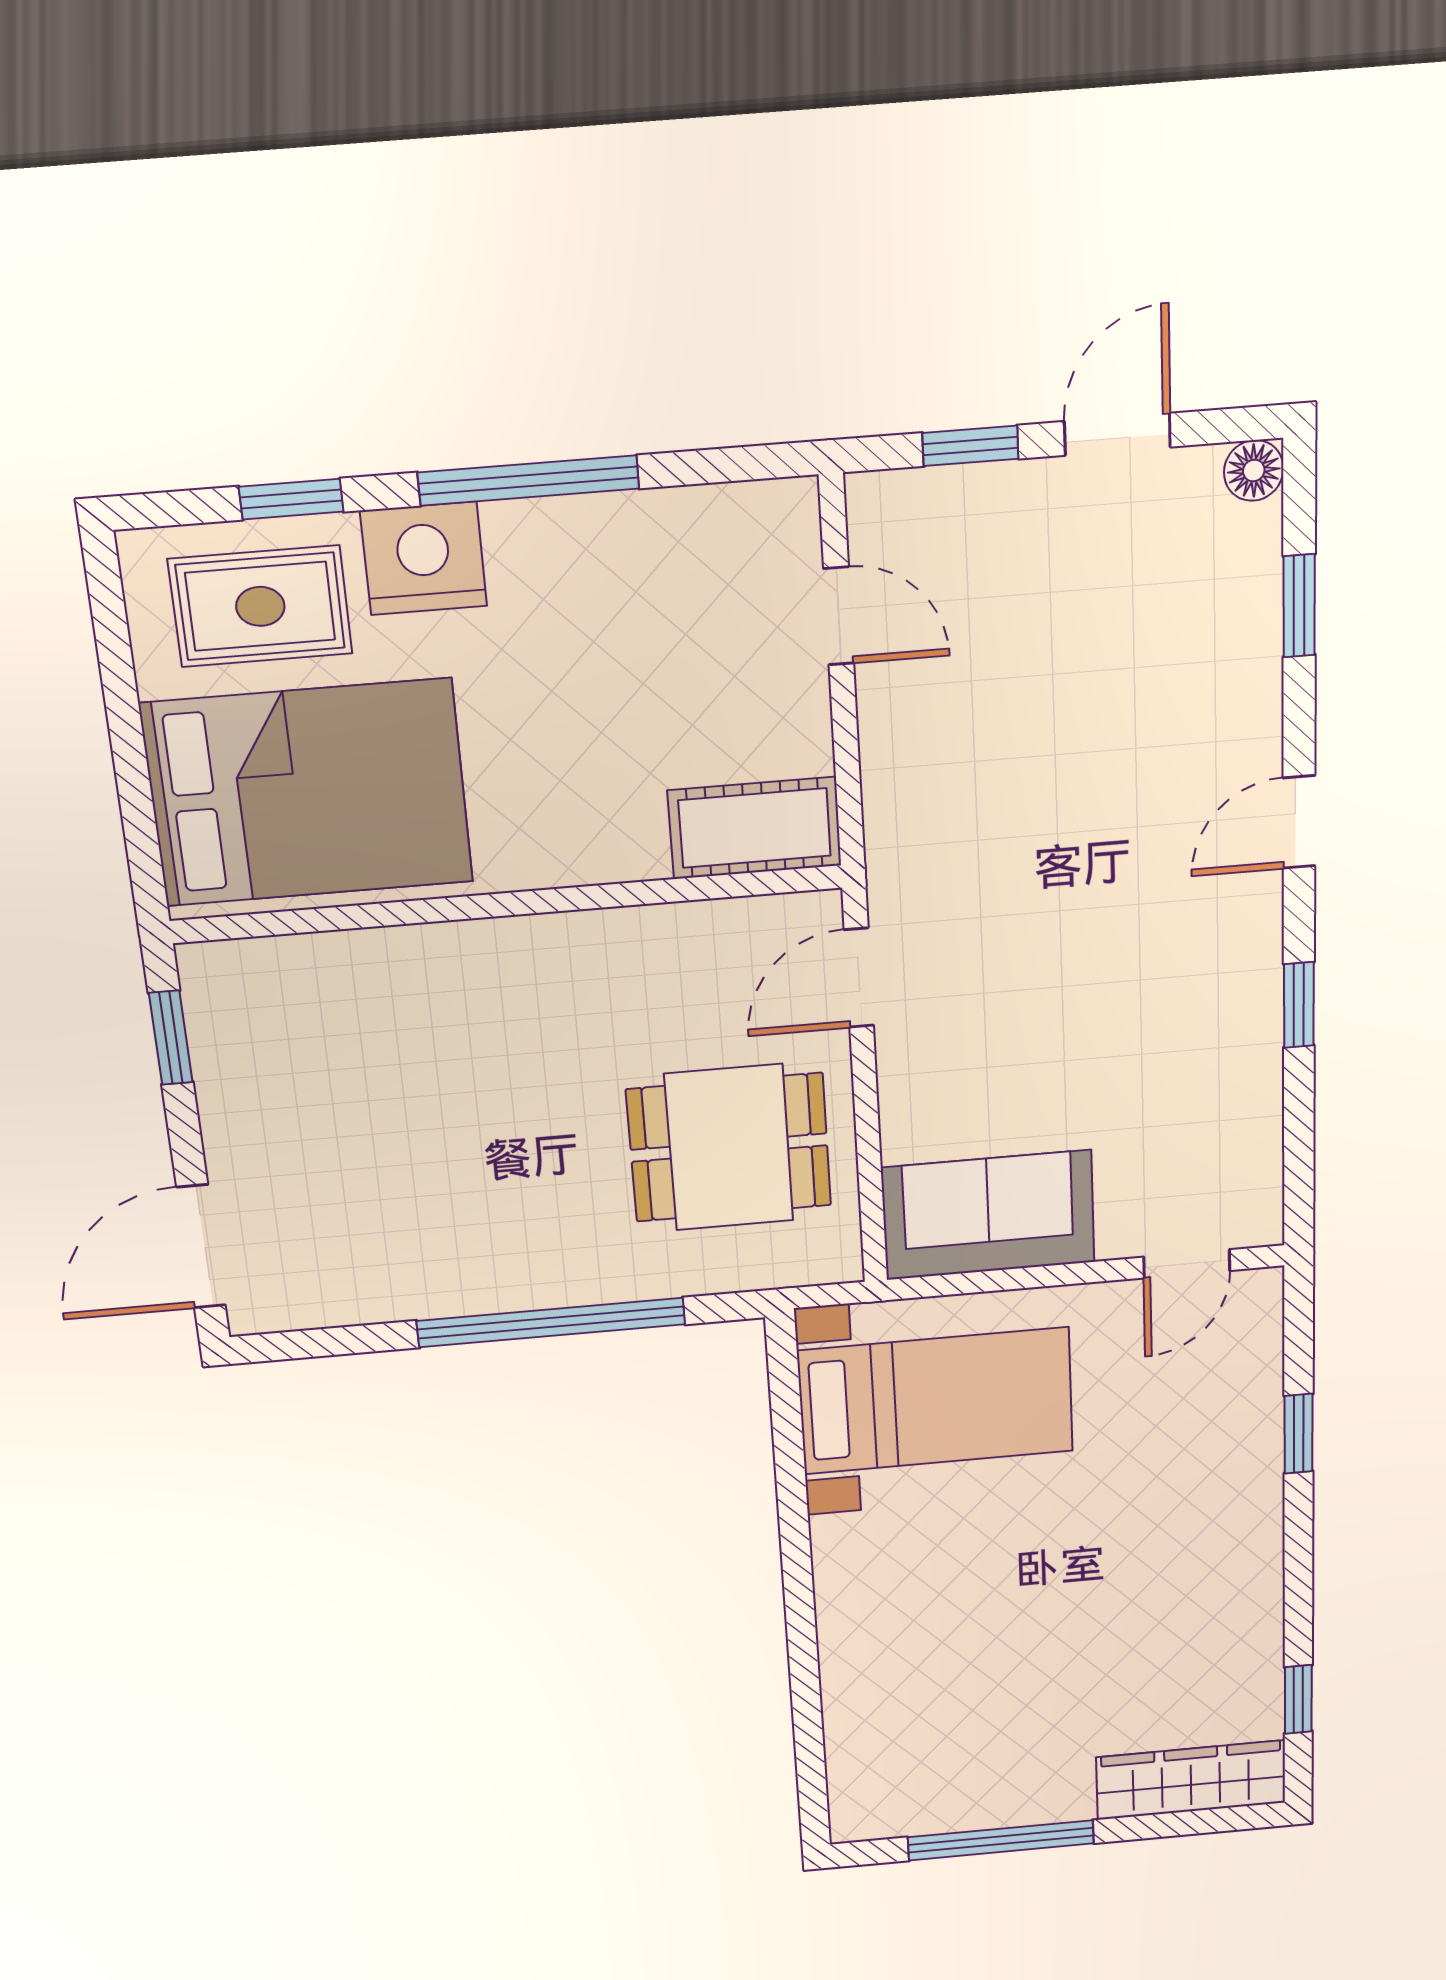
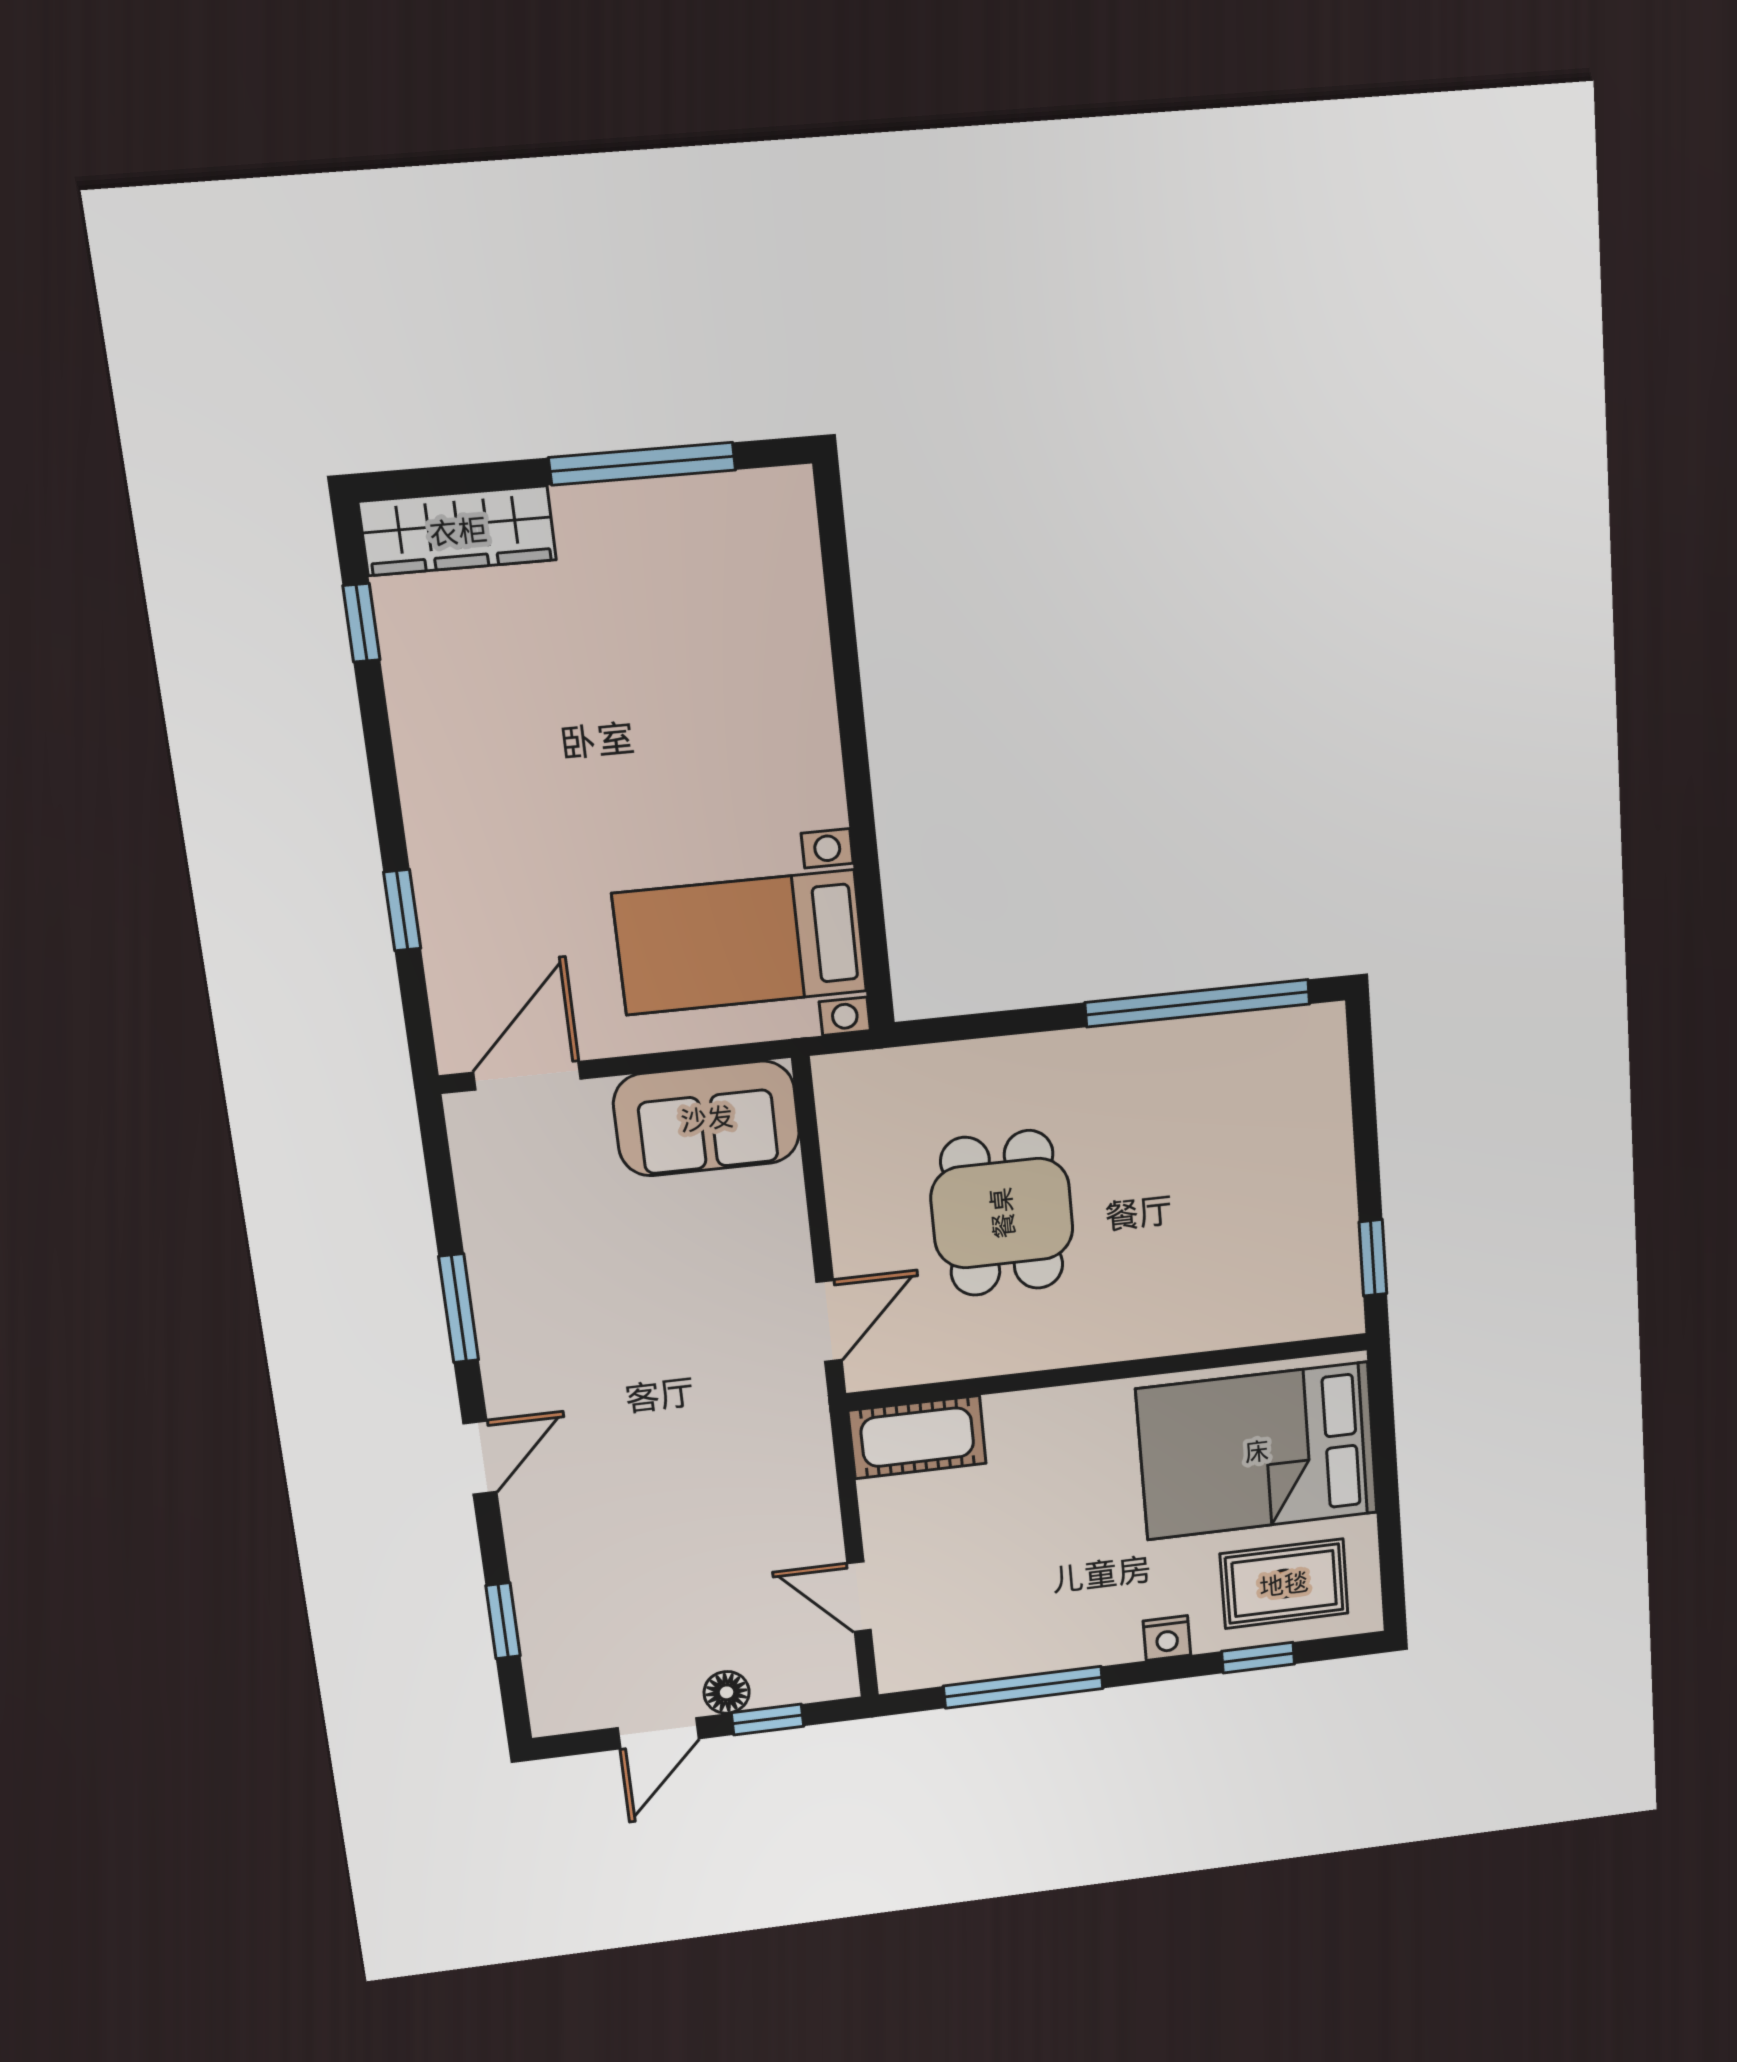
floor lamp: (1254, 470) -> (727, 1692), moved
window: (529, 481) -> (1023, 1687), moved
nightstand: (424, 559) -> (1167, 1638), width x0.53, depth x0.56
window: (1299, 1005) -> (459, 1308), width x1.50
dining table: (729, 1148) -> (1002, 1213), moved, turned 90
door: (201, 1247) -> (1362, 1082), removed
door: (1187, 1264) -> (527, 1076), width x1.38
window: (551, 1323) -> (1198, 1003), moved

